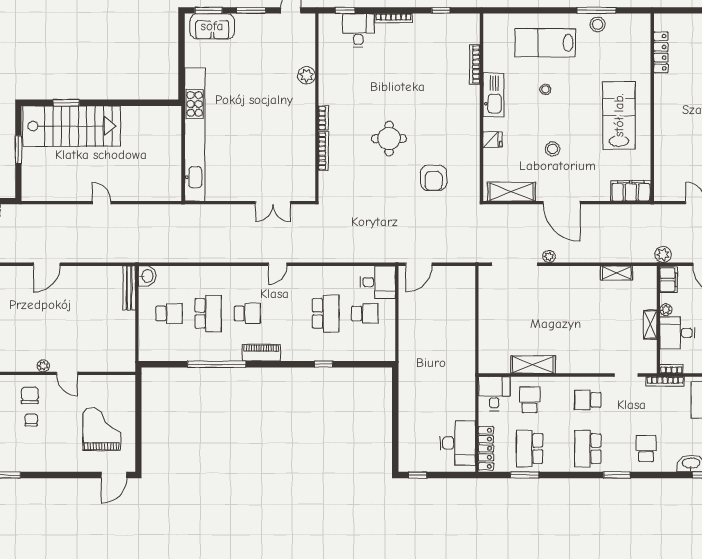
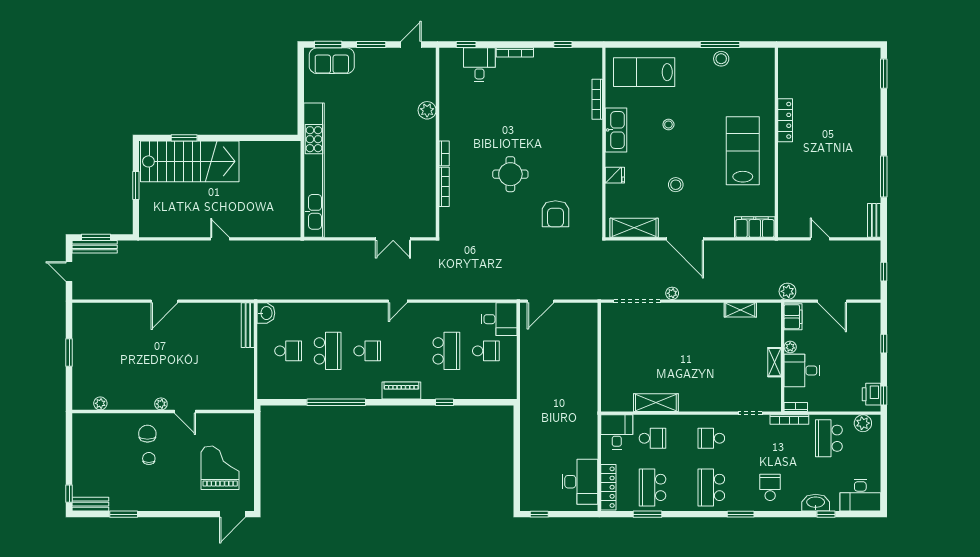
lab bench: (545, 43) -> (644, 72), moved
locker: (661, 52) -> (785, 120), moved
piano: (261, 353) -> (401, 390), moved
school desk: (530, 400) -> (652, 438), turned 90

